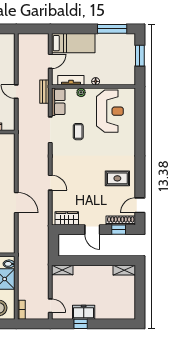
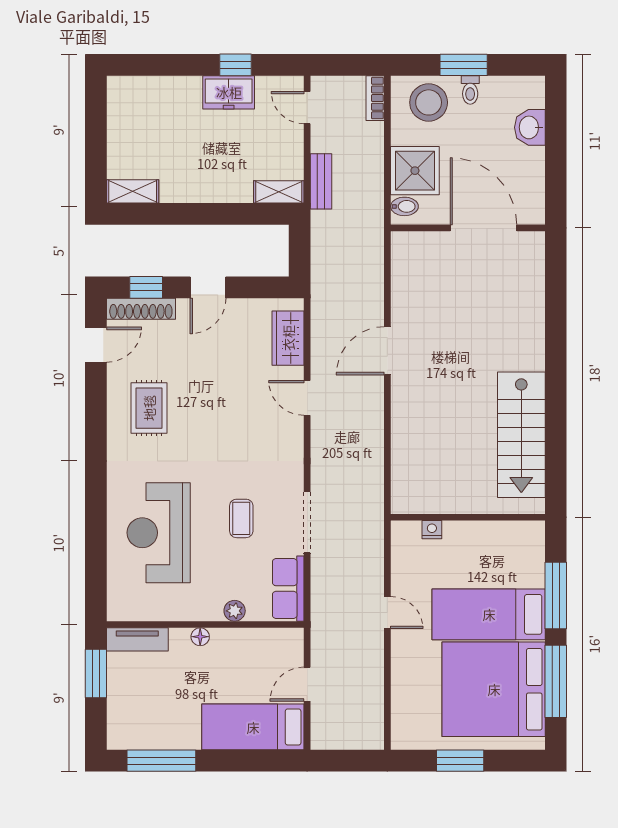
window: (140, 56) -> (96, 673), moved
tv unit: (71, 80) -> (137, 639), moved
bench: (44, 92) -> (321, 181), moved
reception desk: (110, 111) -> (159, 533), moved
rug: (117, 178) -> (149, 408), turned 90
door: (16, 203) -> (387, 351), hinge flipped
wardrobe: (67, 218) -> (288, 338), moved, turned 90
door: (92, 230) -> (208, 287), swing flipped

